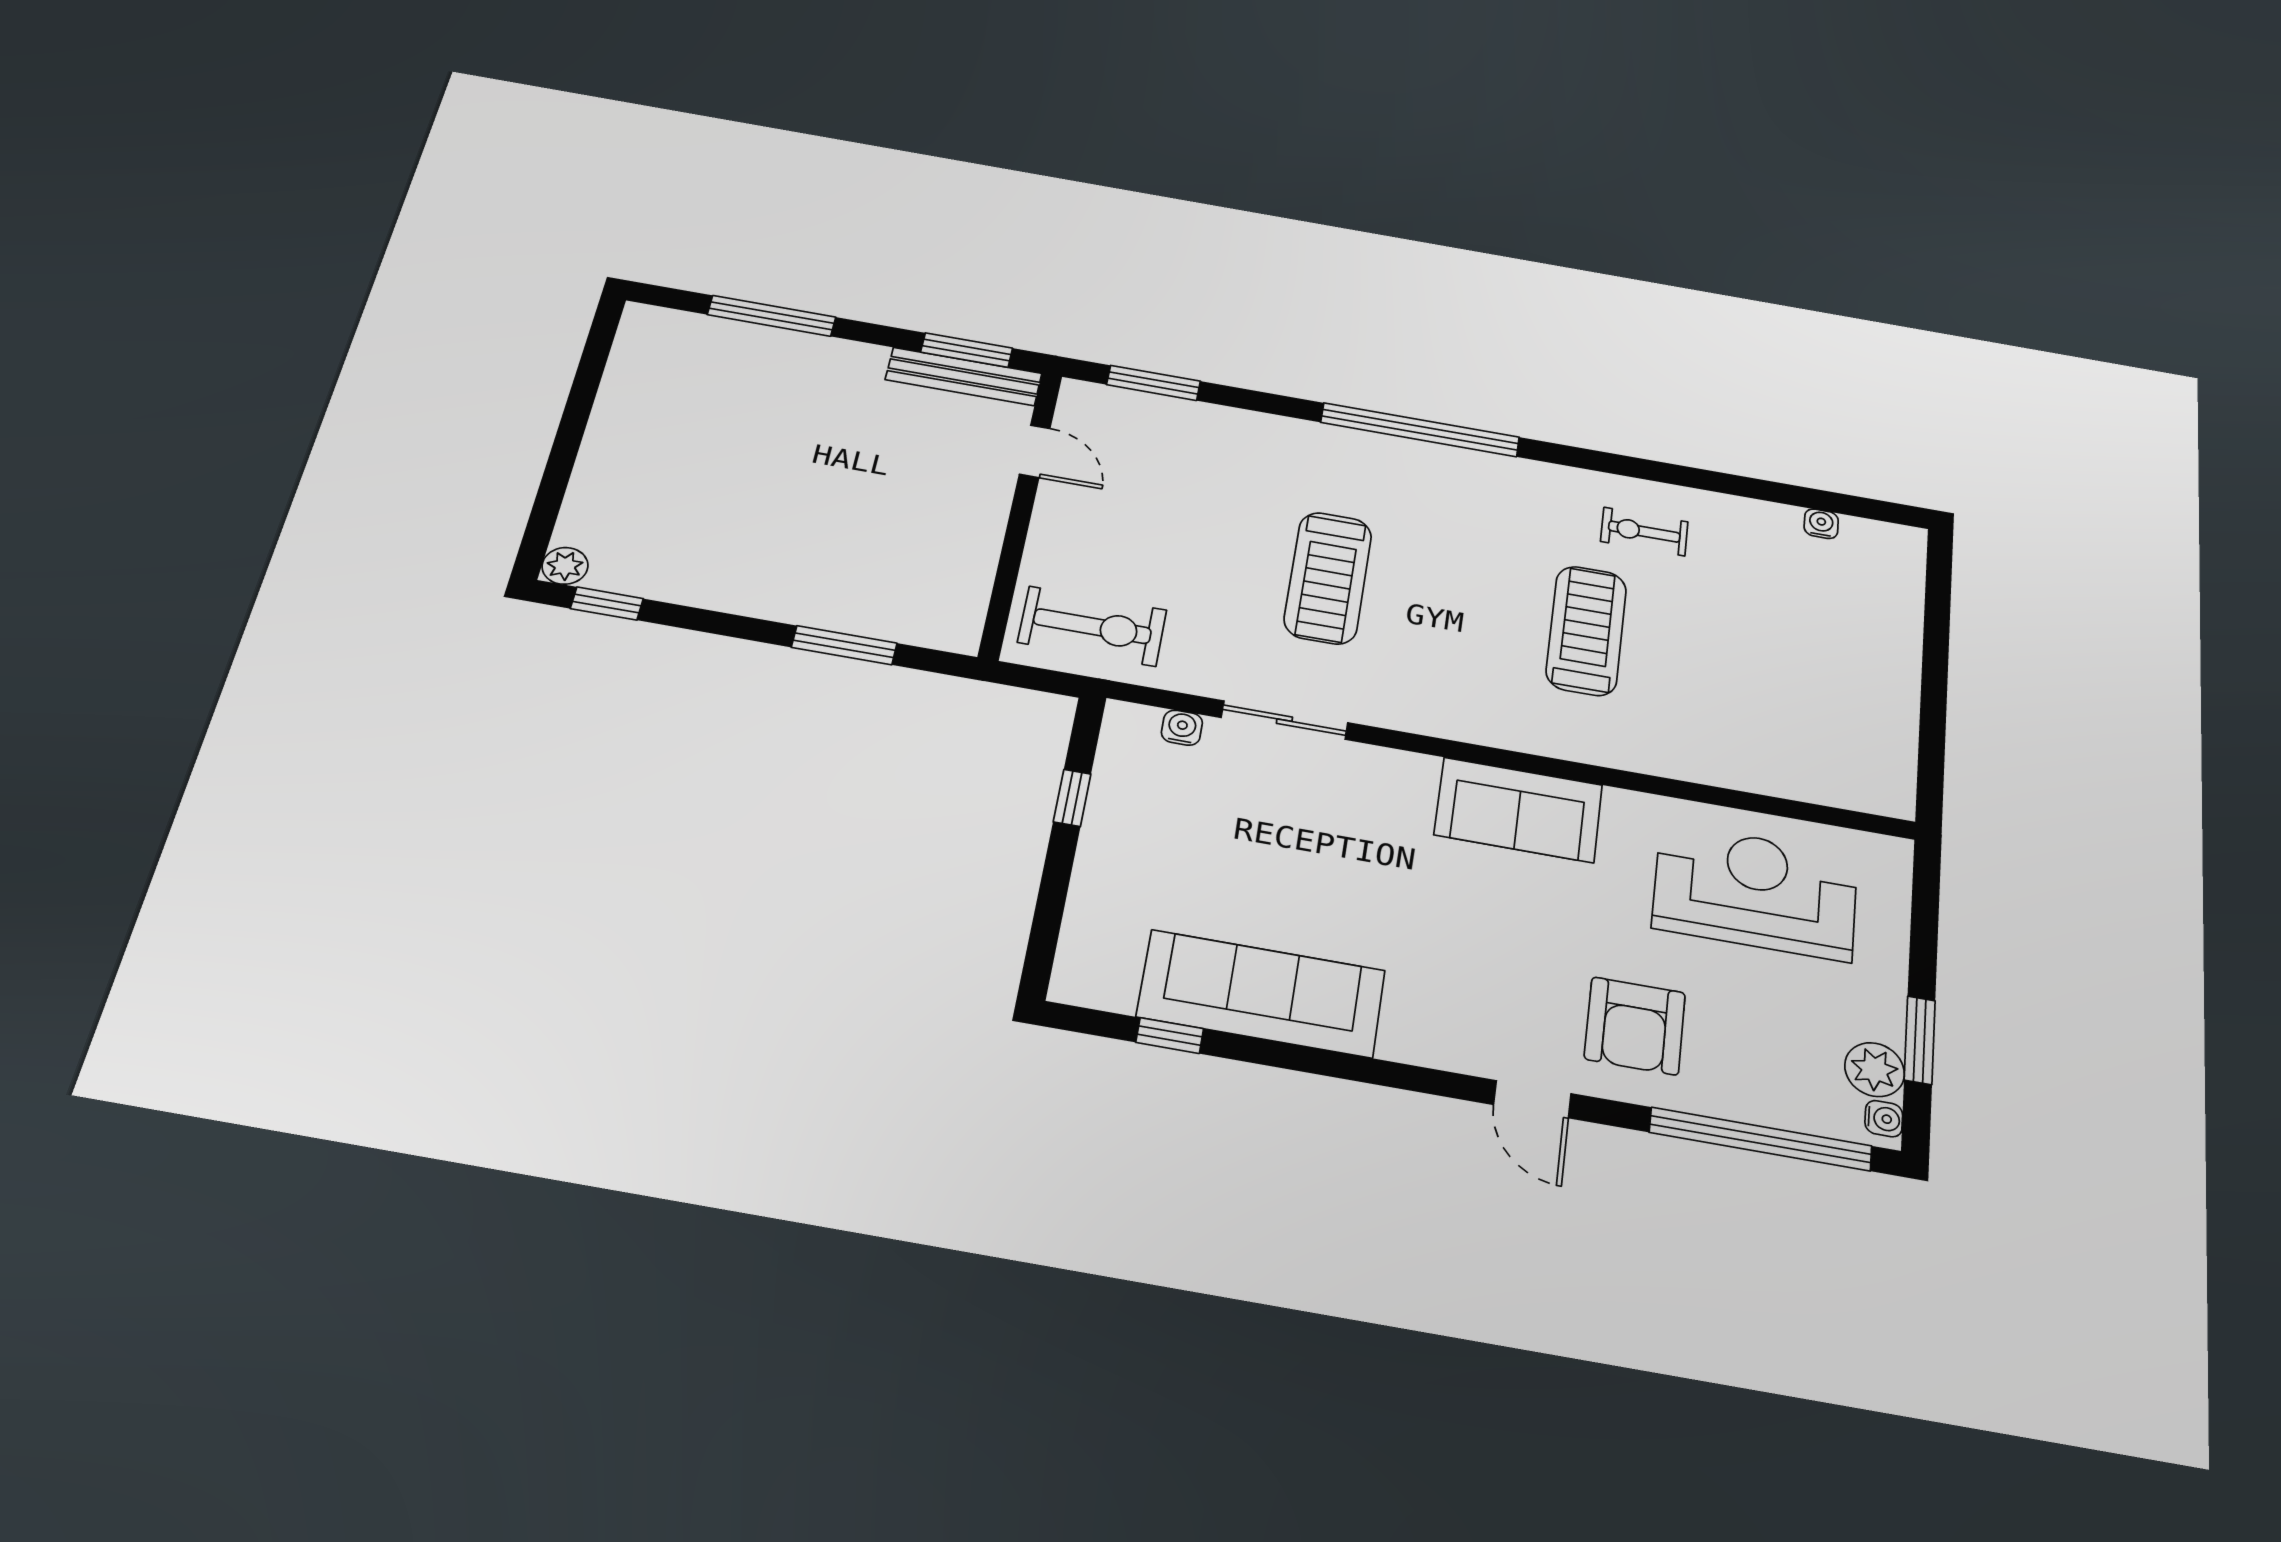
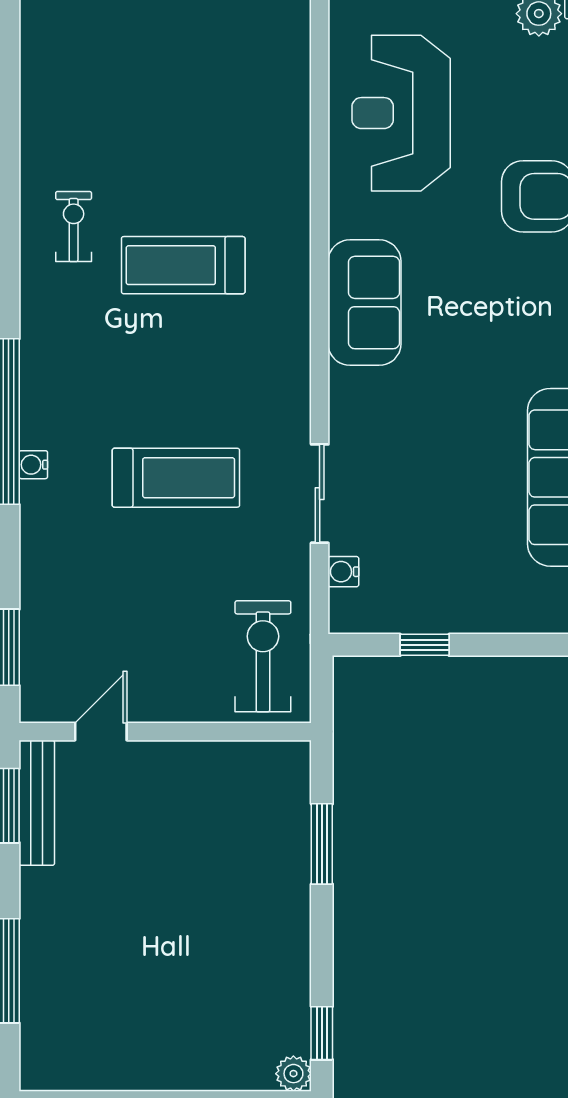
water cooler: (1821, 524) -> (33, 465), moved
exercise bike: (1644, 532) -> (74, 227), turned 180

